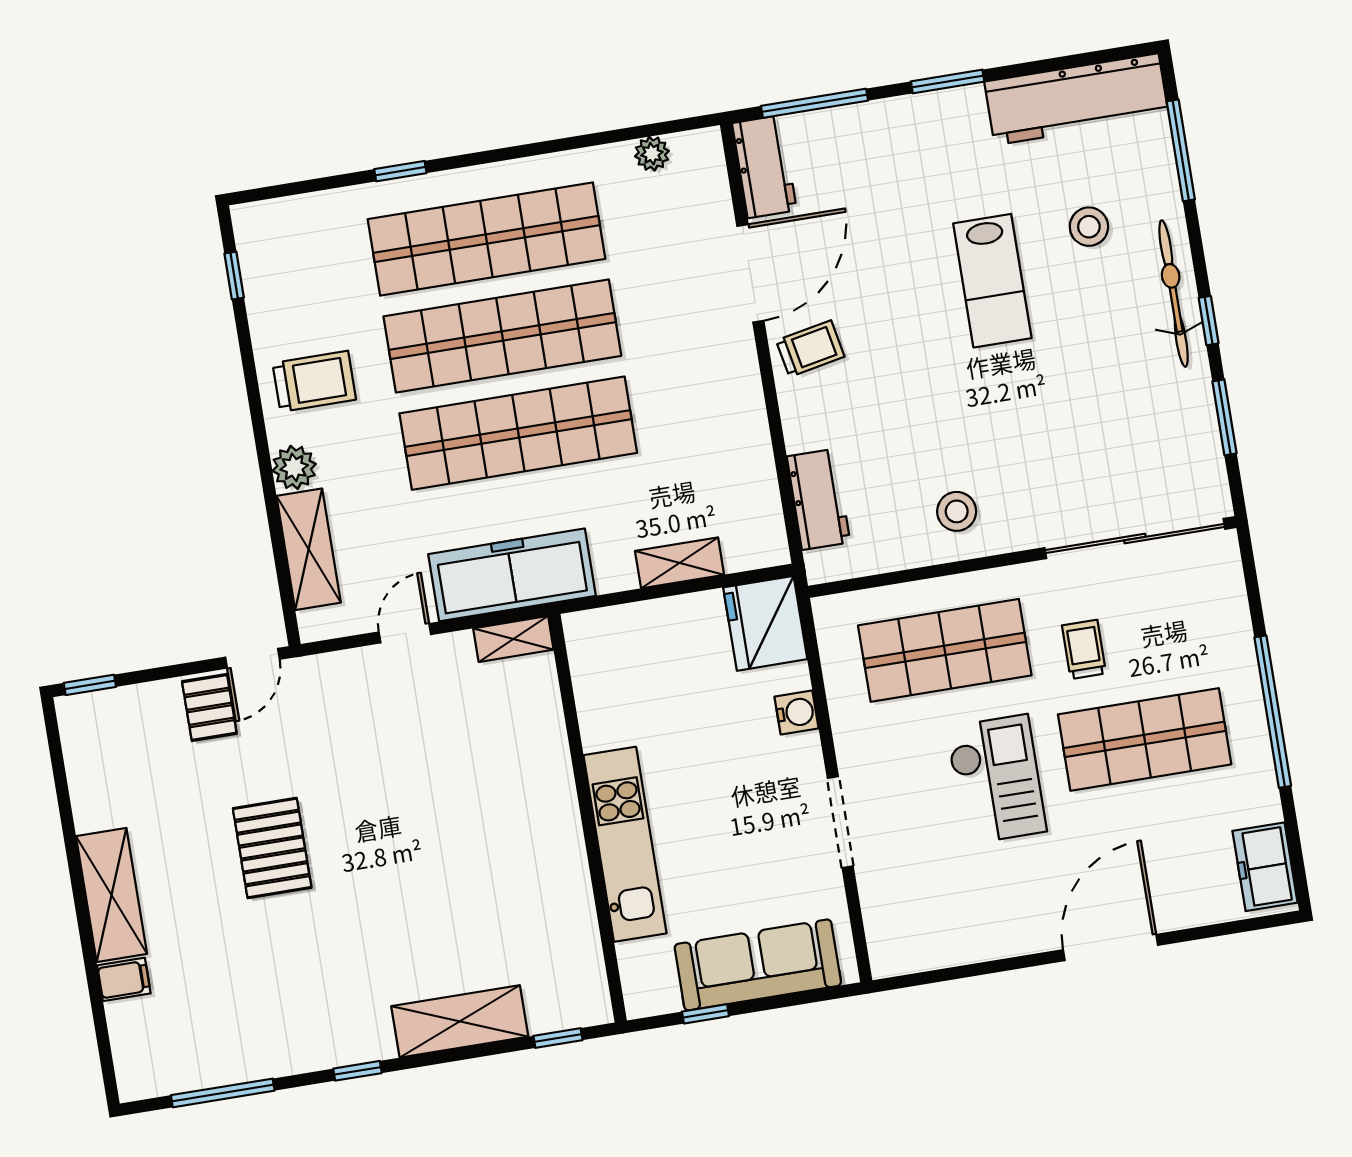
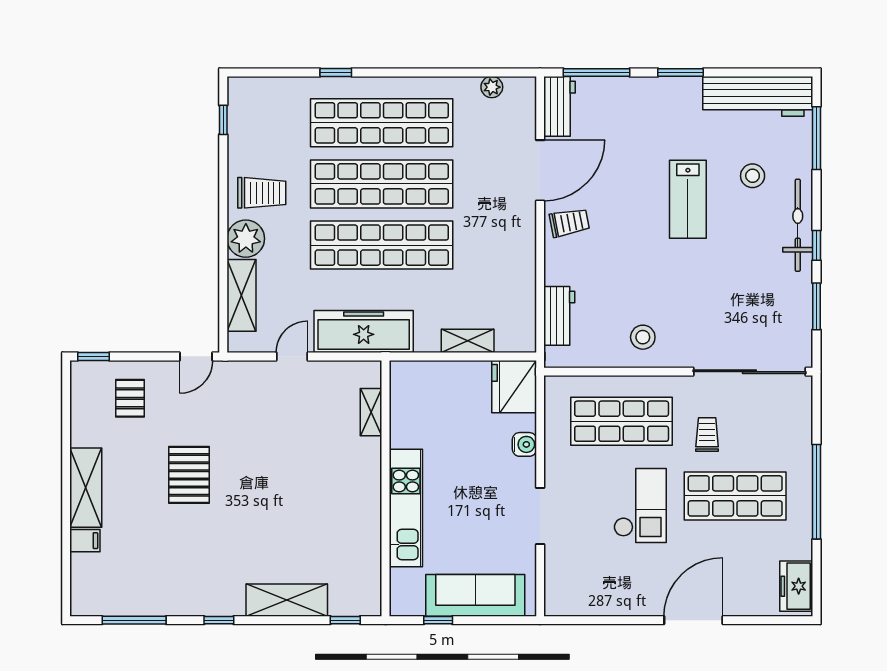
plant: (294, 467) -> (246, 239), width x1.36, depth x1.36
shelving: (513, 639) -> (371, 412), moved, turned 90
pallet: (209, 708) -> (130, 398), moved

